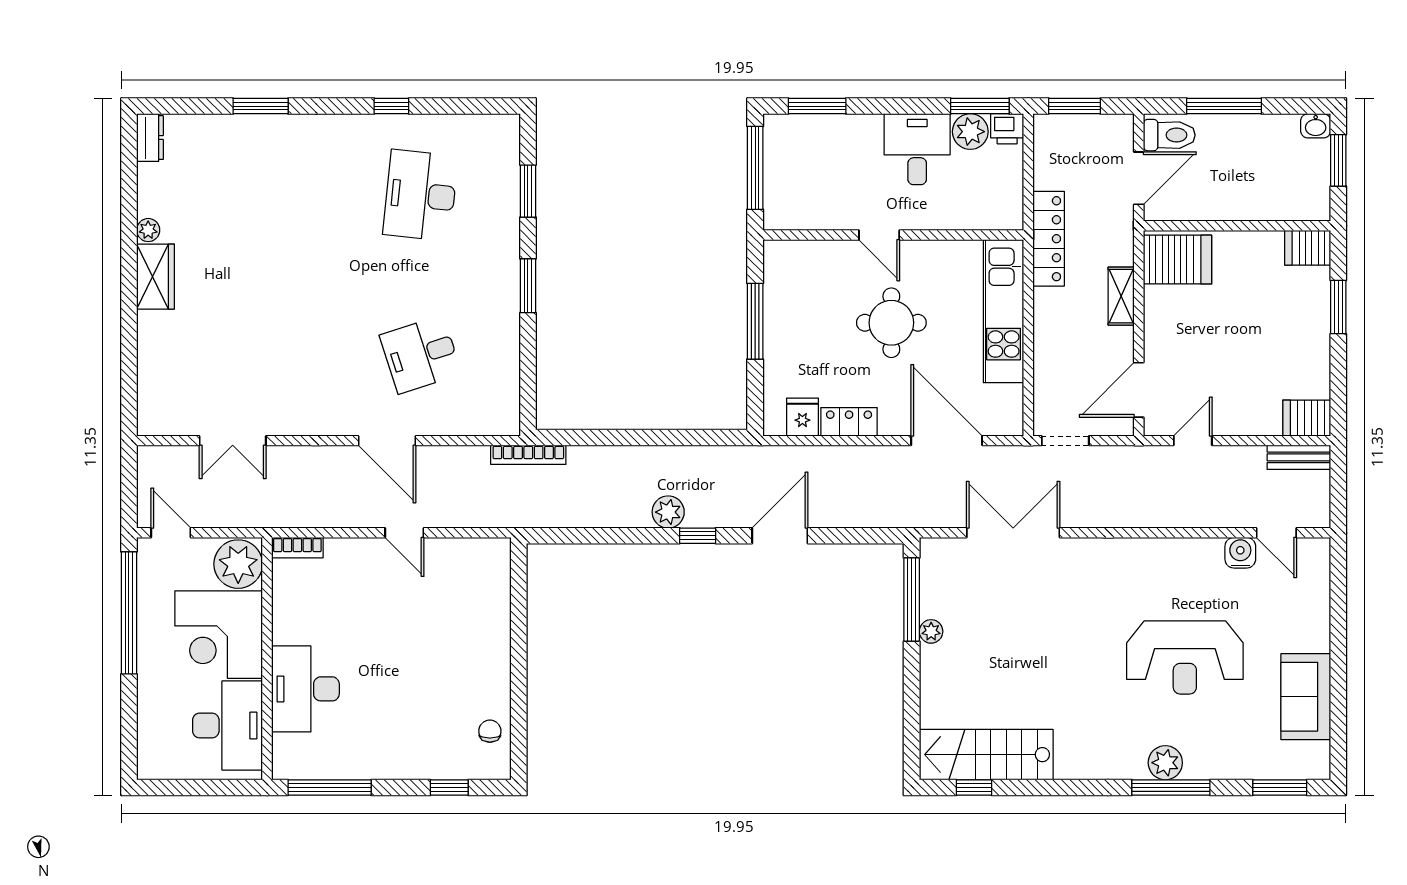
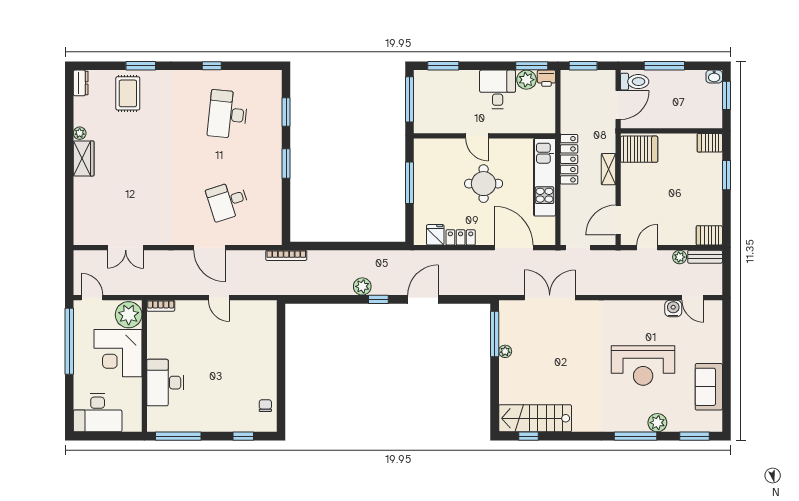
rug: (237, 157) -> (128, 93), added
locker: (1049, 239) -> (569, 159), moved
plant: (1252, 458) -> (680, 257), added
desk: (228, 725) -> (98, 413), moved, turned 90
plant: (1165, 763) -> (657, 423), moved

